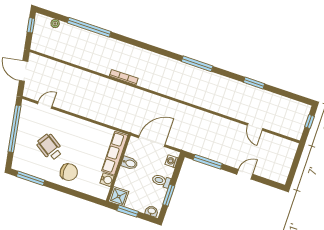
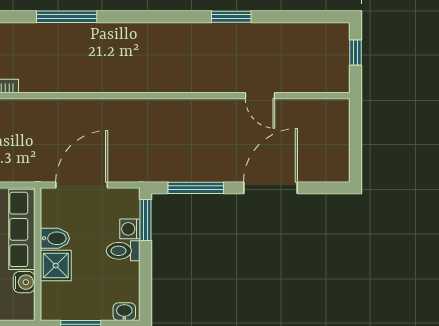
window: (197, 64) -> (67, 17), moved
washing machine: (172, 161) -> (130, 229), moved
door: (245, 174) -> (271, 188), width x1.88
window: (169, 195) -> (145, 220), moved
shower: (119, 196) -> (56, 266), moved

